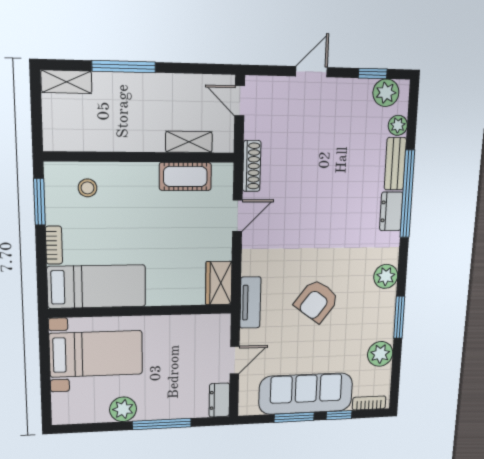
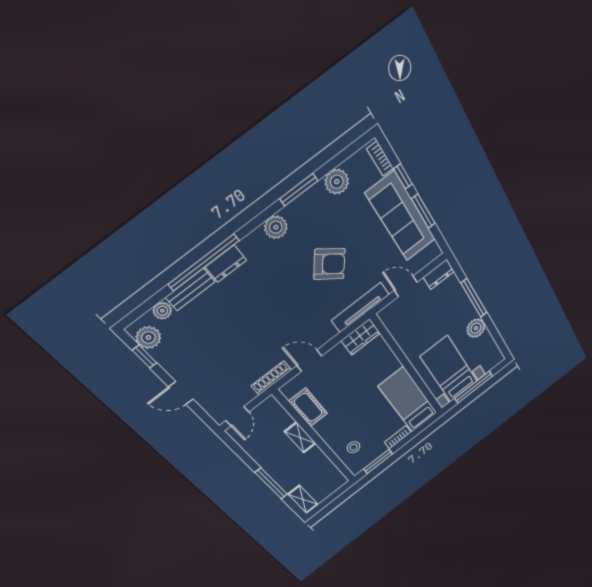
shelving: (189, 142) -> (300, 437), moved
tv unit: (250, 303) -> (360, 308), width x1.41
window: (45, 370) -> (474, 387), added

